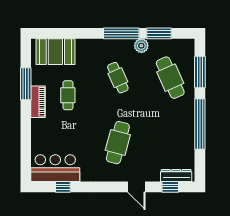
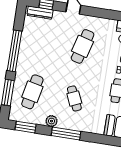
window: (159, 33) -> (26, 127), moved
cafe table: (170, 78) -> (32, 92), turned 36

